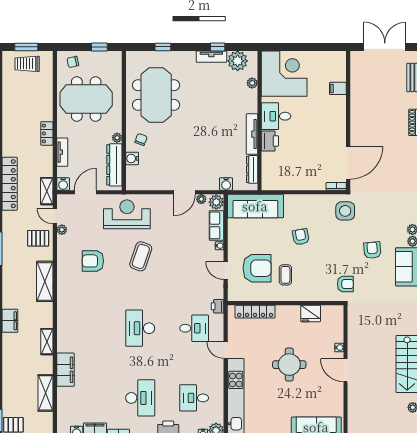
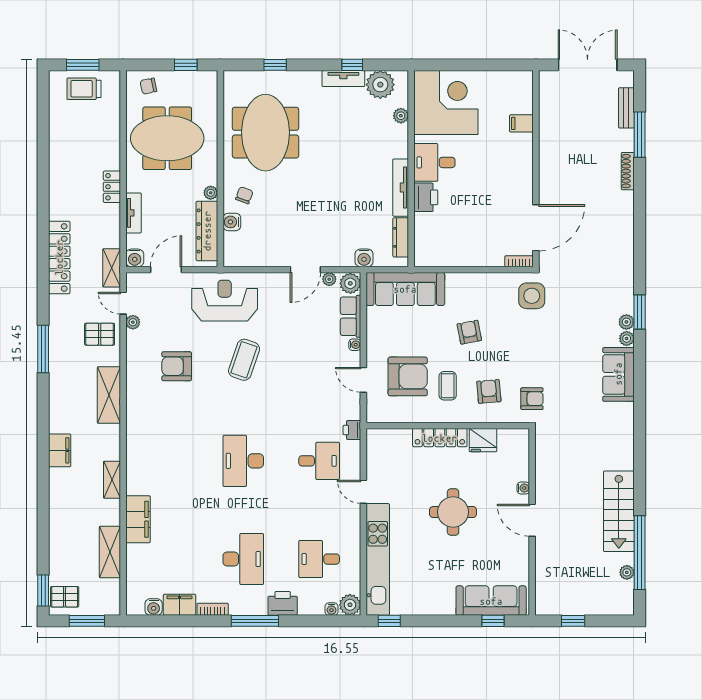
armchair: (372, 250) -> (489, 391), moved
locker: (255, 312) -> (440, 438), moved

